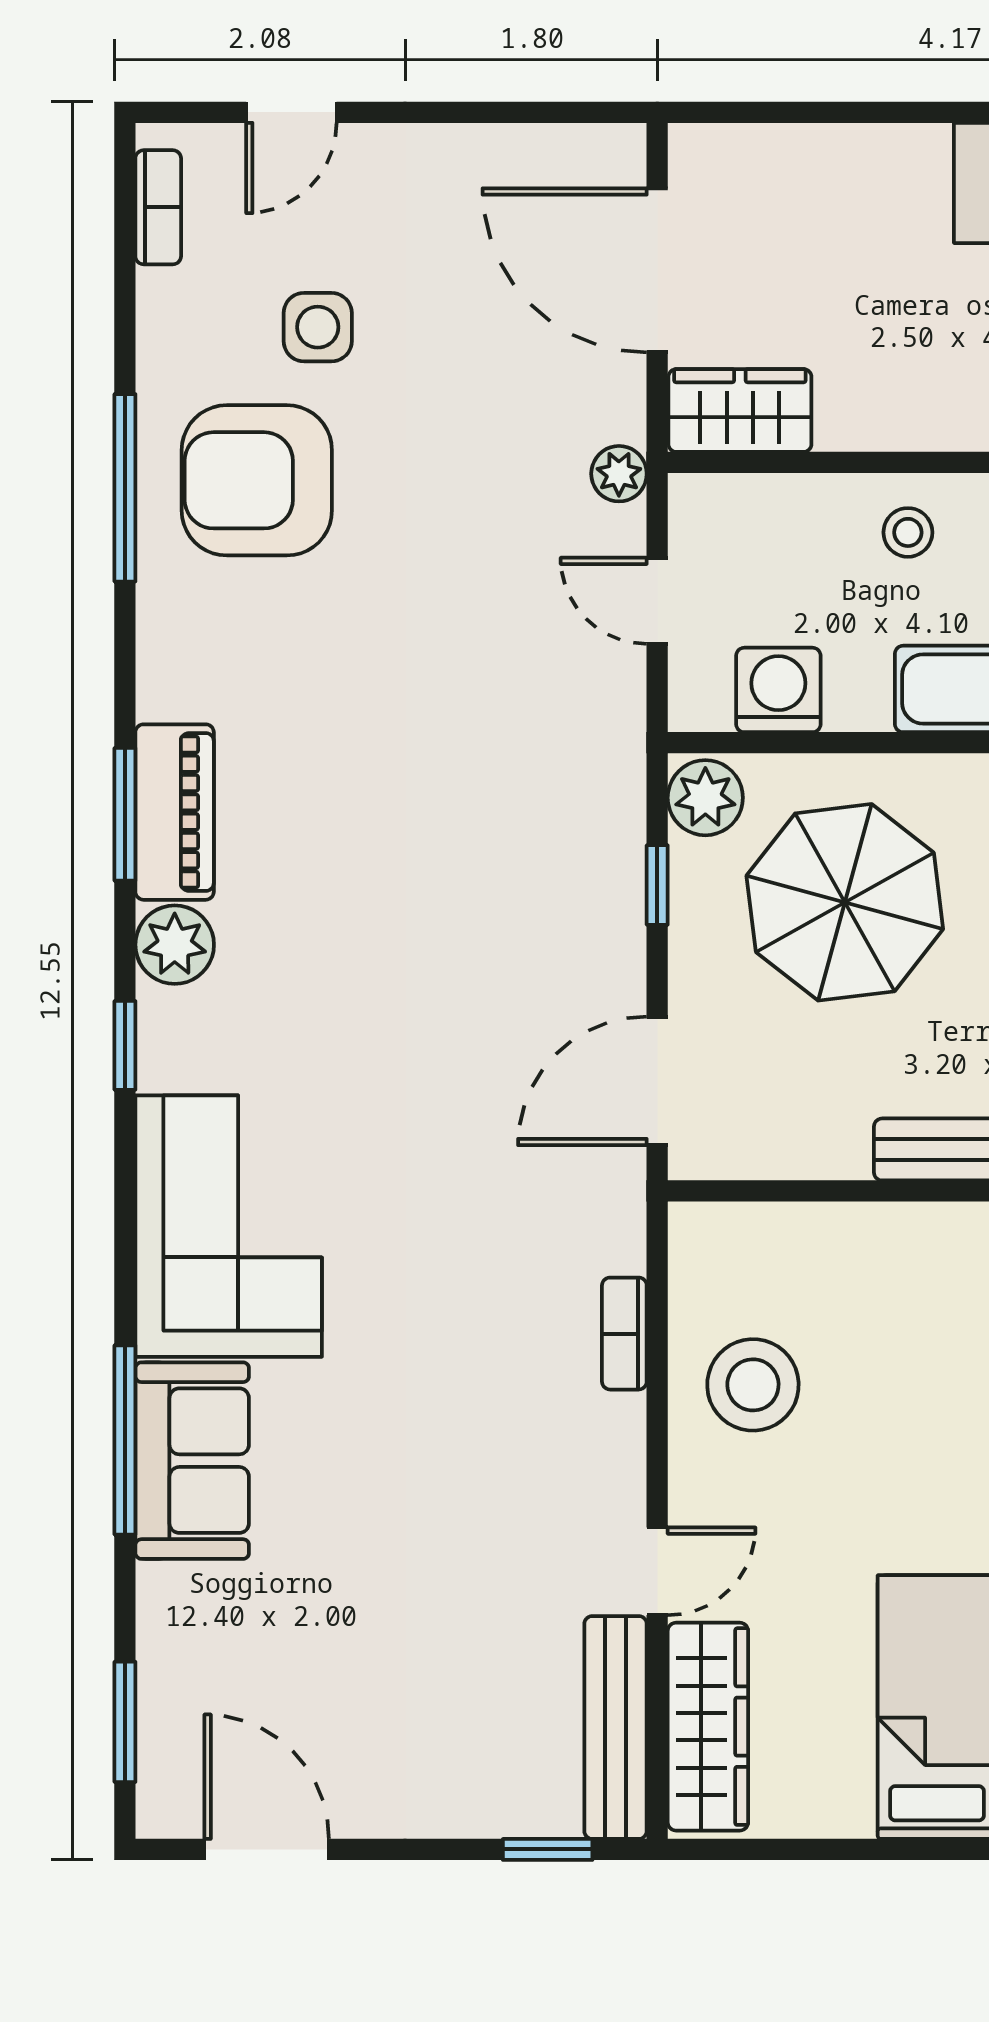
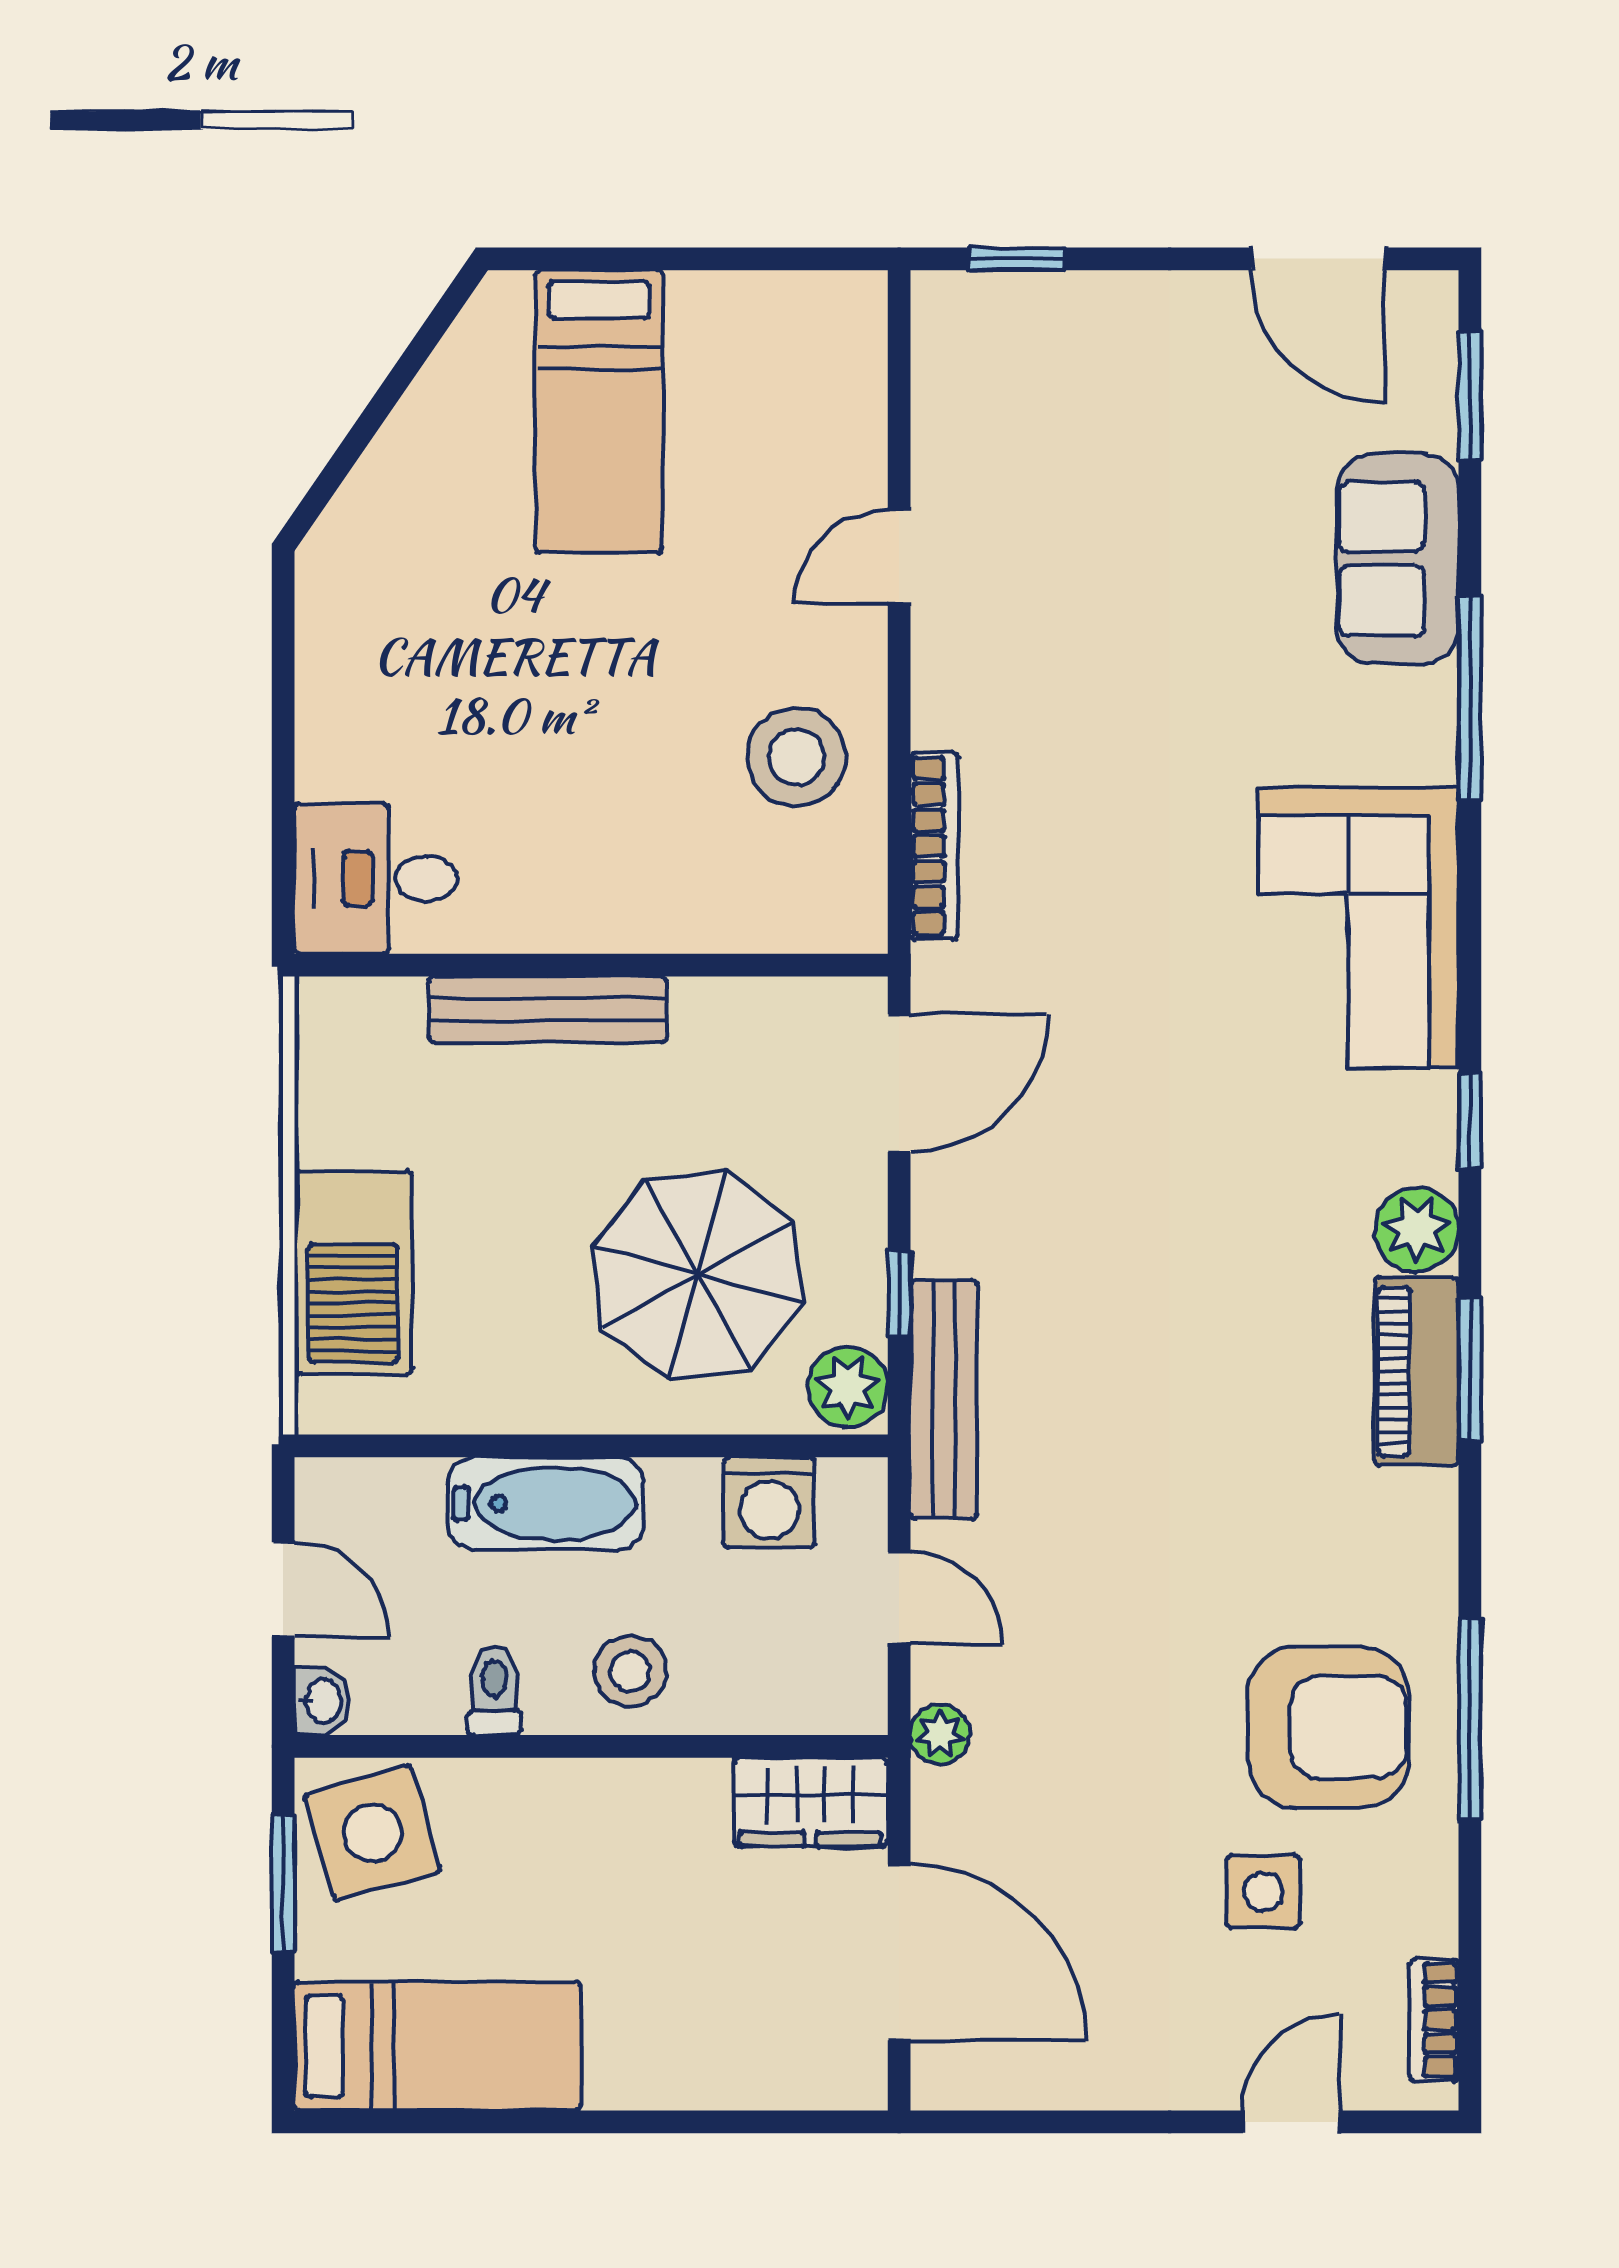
stool: (908, 532) -> (630, 1671), width x1.37, depth x1.37
bookcase: (624, 1334) -> (934, 846), width x1.56
sofa: (192, 1461) -> (1398, 559), moved
bench: (616, 1727) -> (944, 1399), moved
wardrobe: (708, 1727) -> (845, 391), removed

